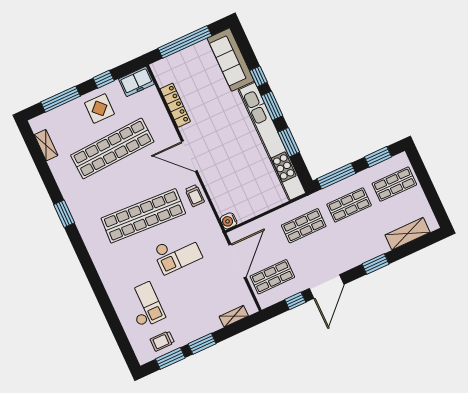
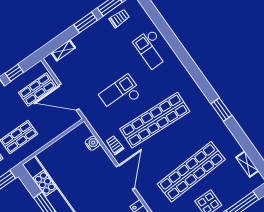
door: (189, 156) -> (126, 177), hinge flipped
water cooler: (229, 221) -> (92, 143), moved
door: (238, 261) -> (69, 97), hinge flipped
checkout: (145, 305) -> (152, 49), moved

